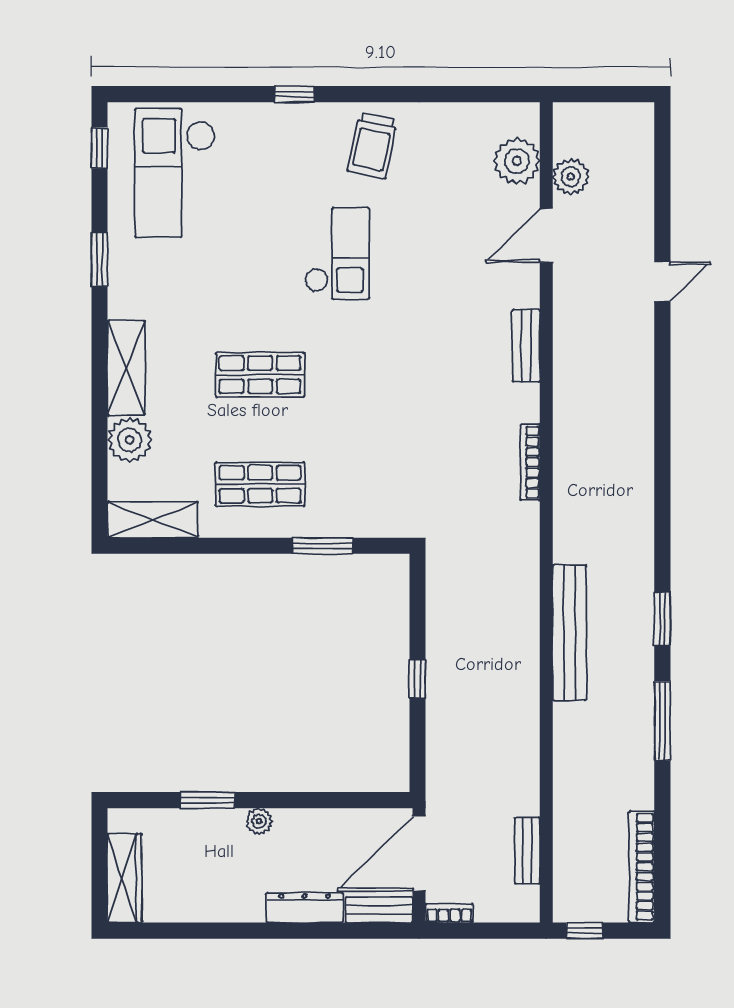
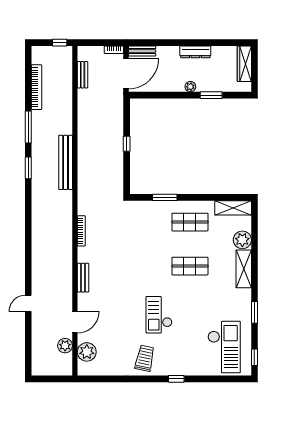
bookcase: (642, 867) -> (37, 87), moved
dresser: (305, 908) -> (195, 52), moved

